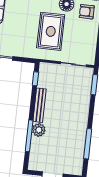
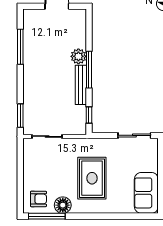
rug: (51, 31) -> (92, 178), moved
window: (29, 136) -> (89, 70), moved

